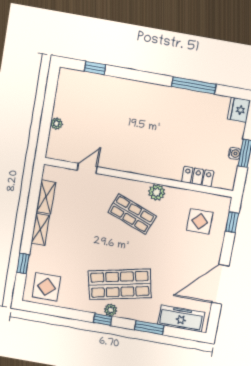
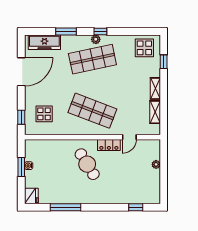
cafe table: (153, 141) -> (87, 164), added
locker: (198, 177) -> (109, 145), moved
plant: (157, 192) -> (78, 129), removed
shop shelf: (132, 214) -> (92, 111), width x1.43, depth x1.36

